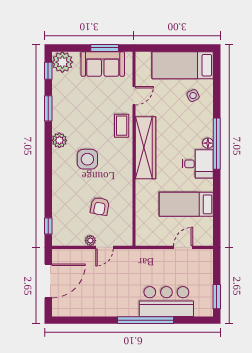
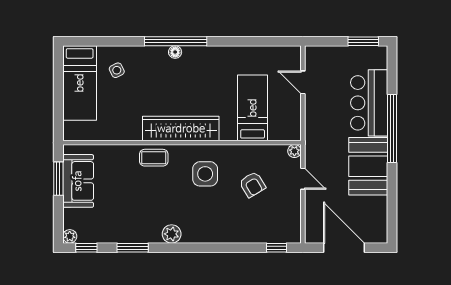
plant: (62, 62) -> (70, 236), width x0.53, depth x0.53
door: (134, 96) -> (117, 143), removed
side table: (87, 159) -> (205, 174), moved
desk: (198, 164) -> (200, 64), removed
bed: (186, 204) -> (253, 108), moved, turned 180
armchair: (100, 206) -> (252, 185), turned 49
plant: (90, 241) -> (294, 151), moved
booth: (115, 301) -> (368, 166), added

